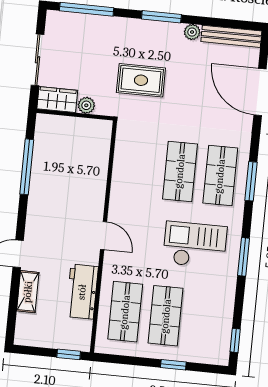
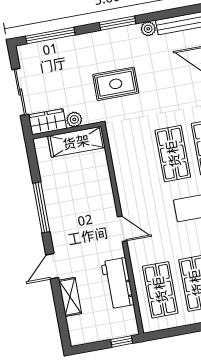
shelving: (82, 130) -> (76, 142), added
window: (27, 167) -> (41, 207), moved

